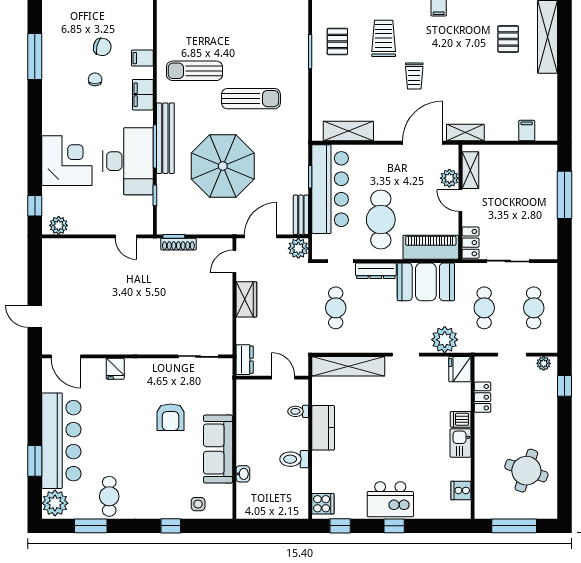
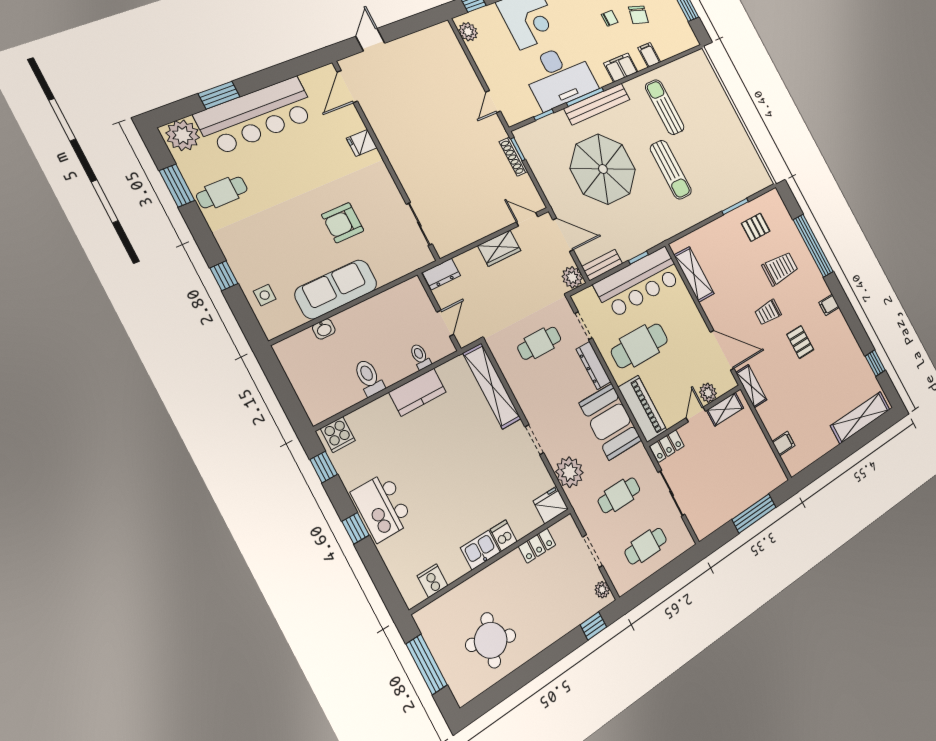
pallet: (508, 39) -> (800, 342), moved, turned 90

